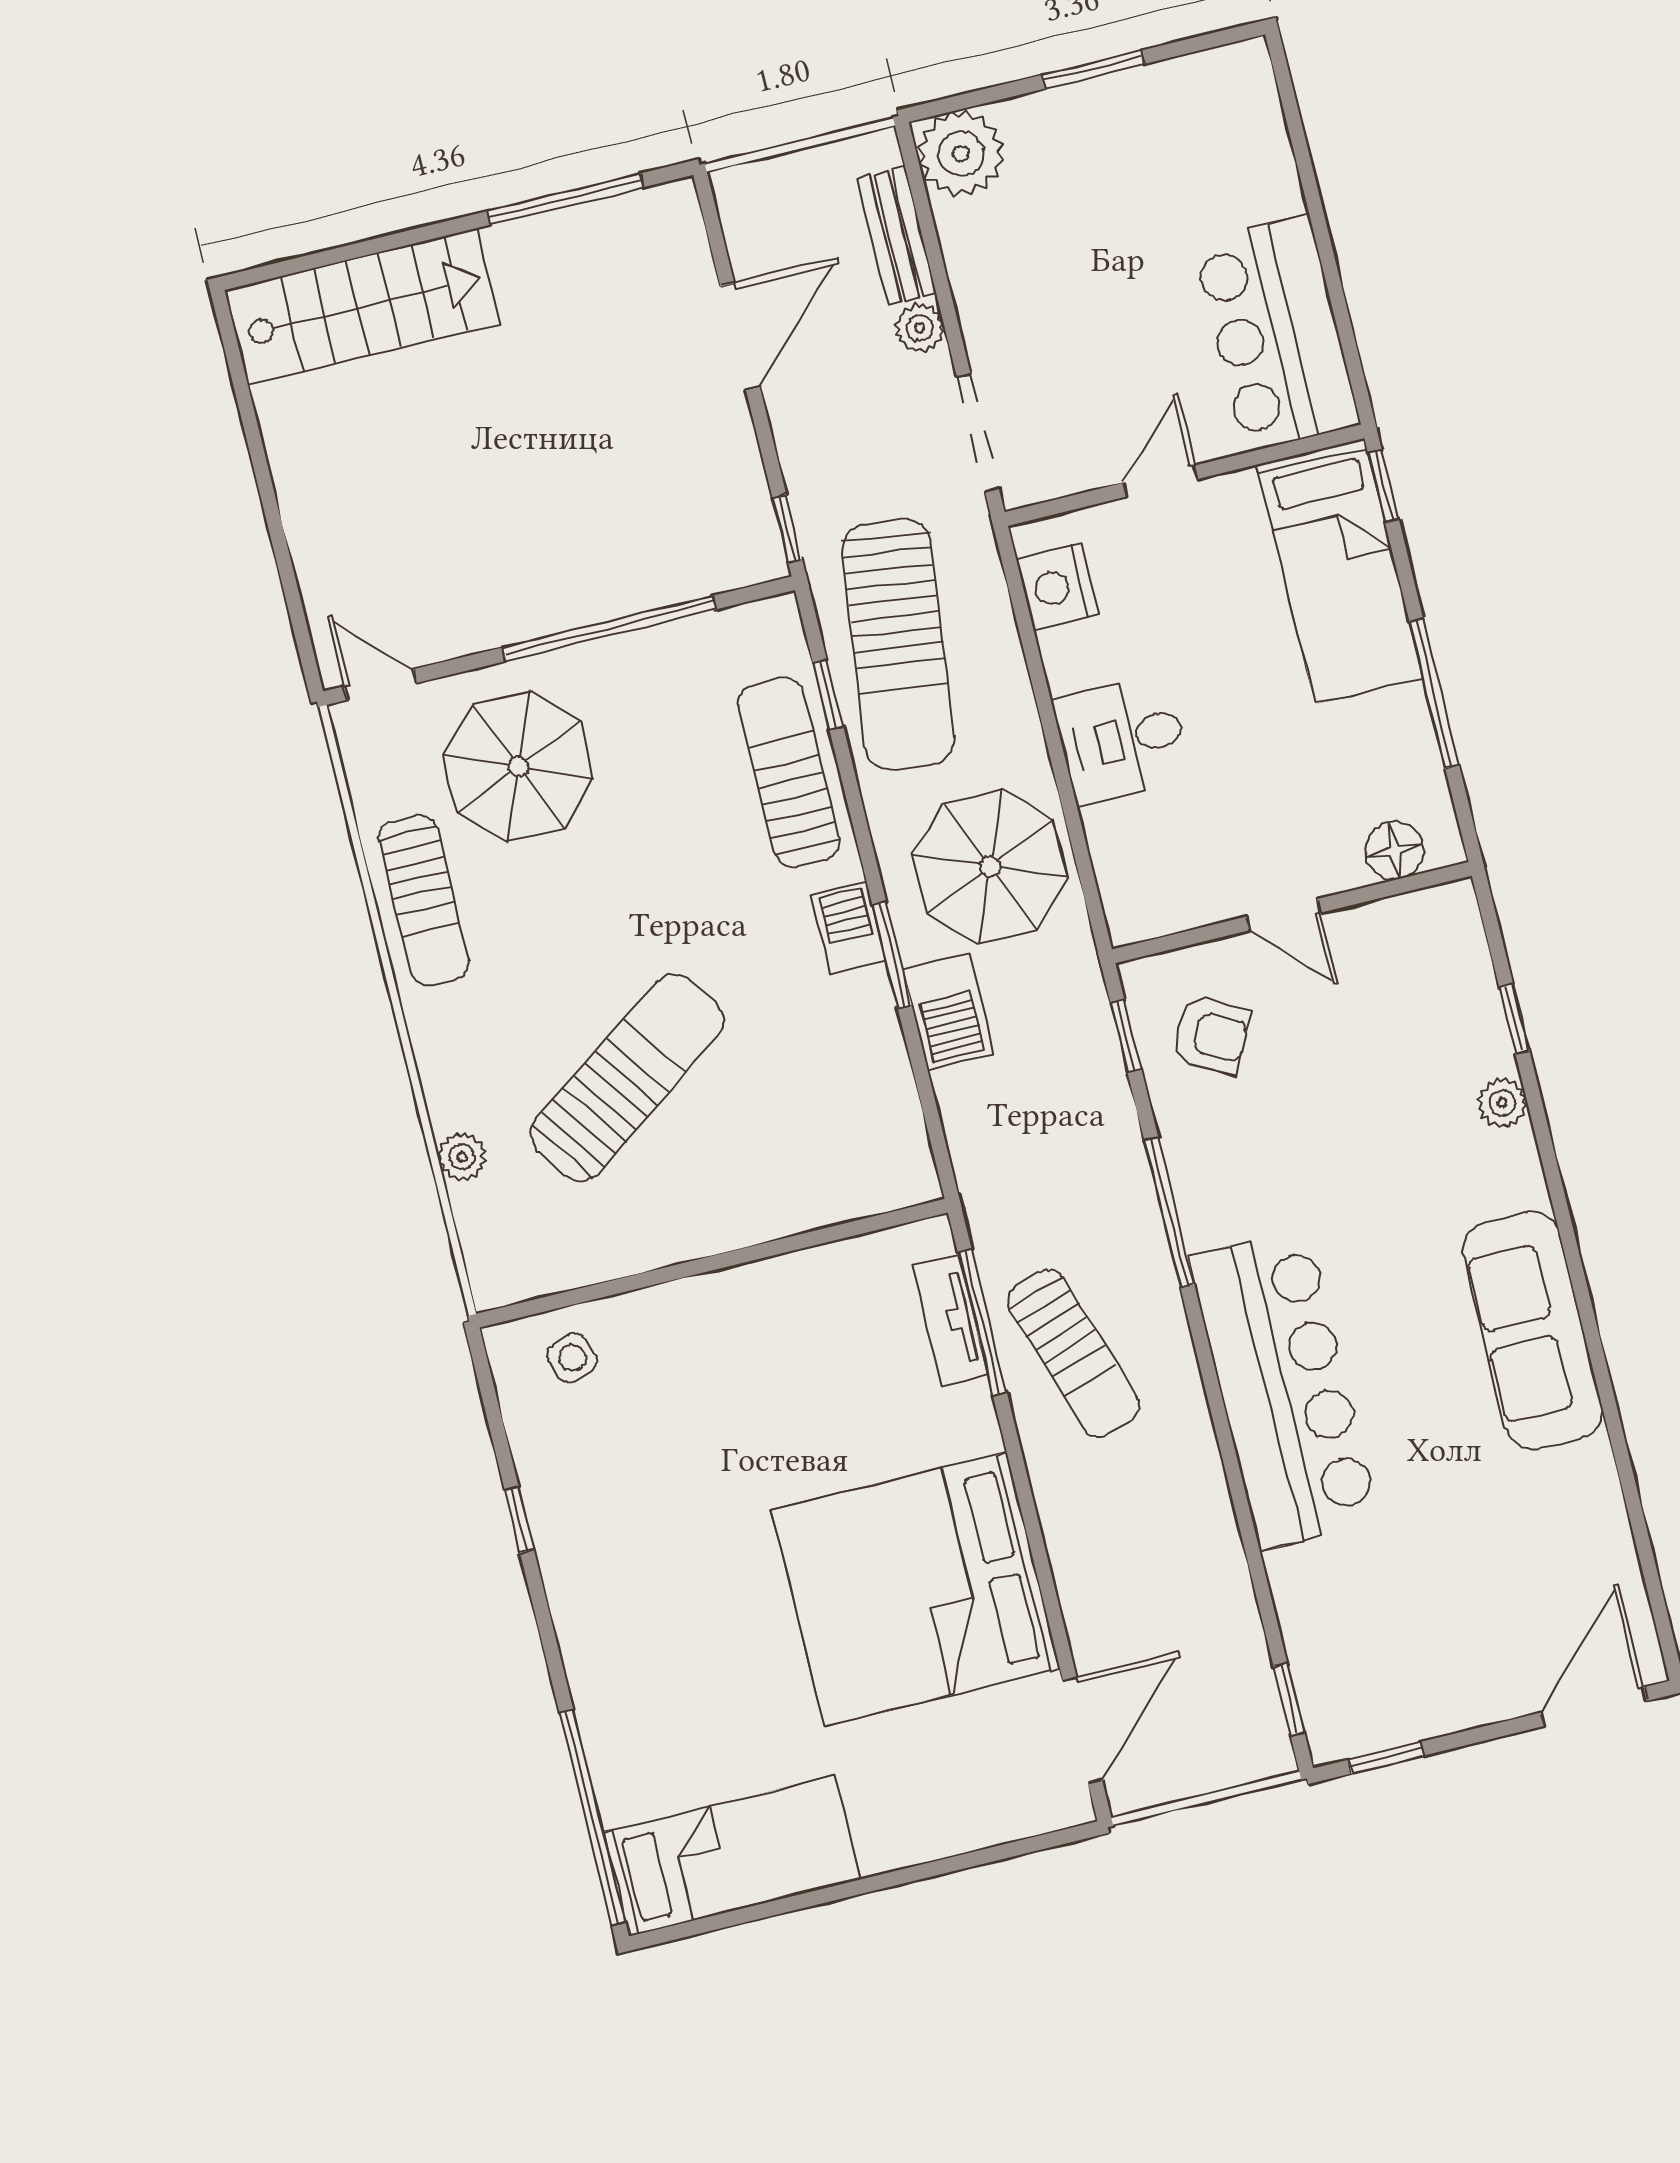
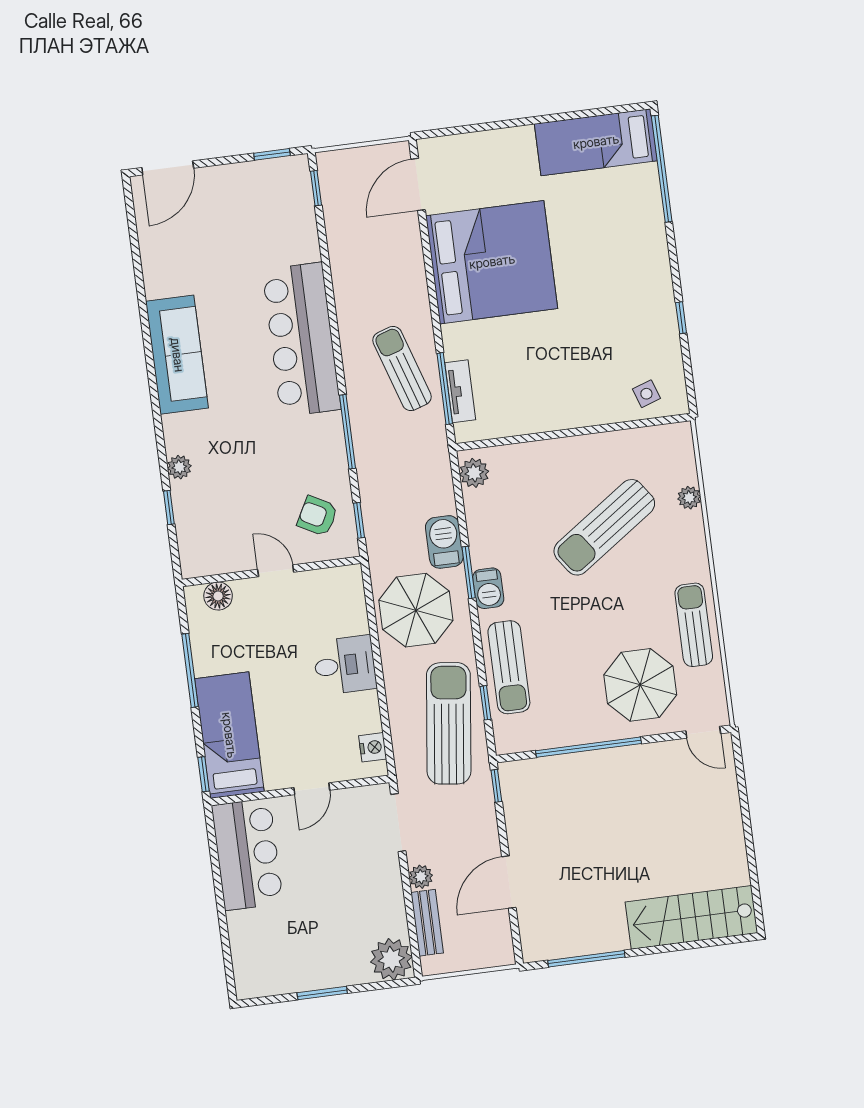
nightstand: (1057, 587) -> (373, 747), width x0.74, depth x0.75
plant: (904, 1158) -> (474, 473), added

